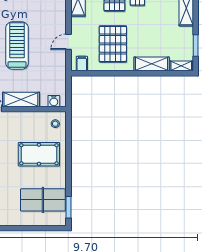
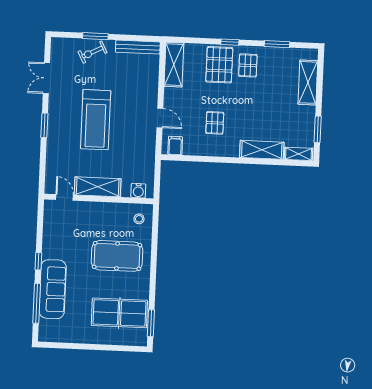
door: (68, 42) -> (160, 118), swing flipped
pallet: (113, 44) -> (215, 123), width x0.49, depth x0.50
treadmill: (17, 45) -> (96, 120), turned 180

